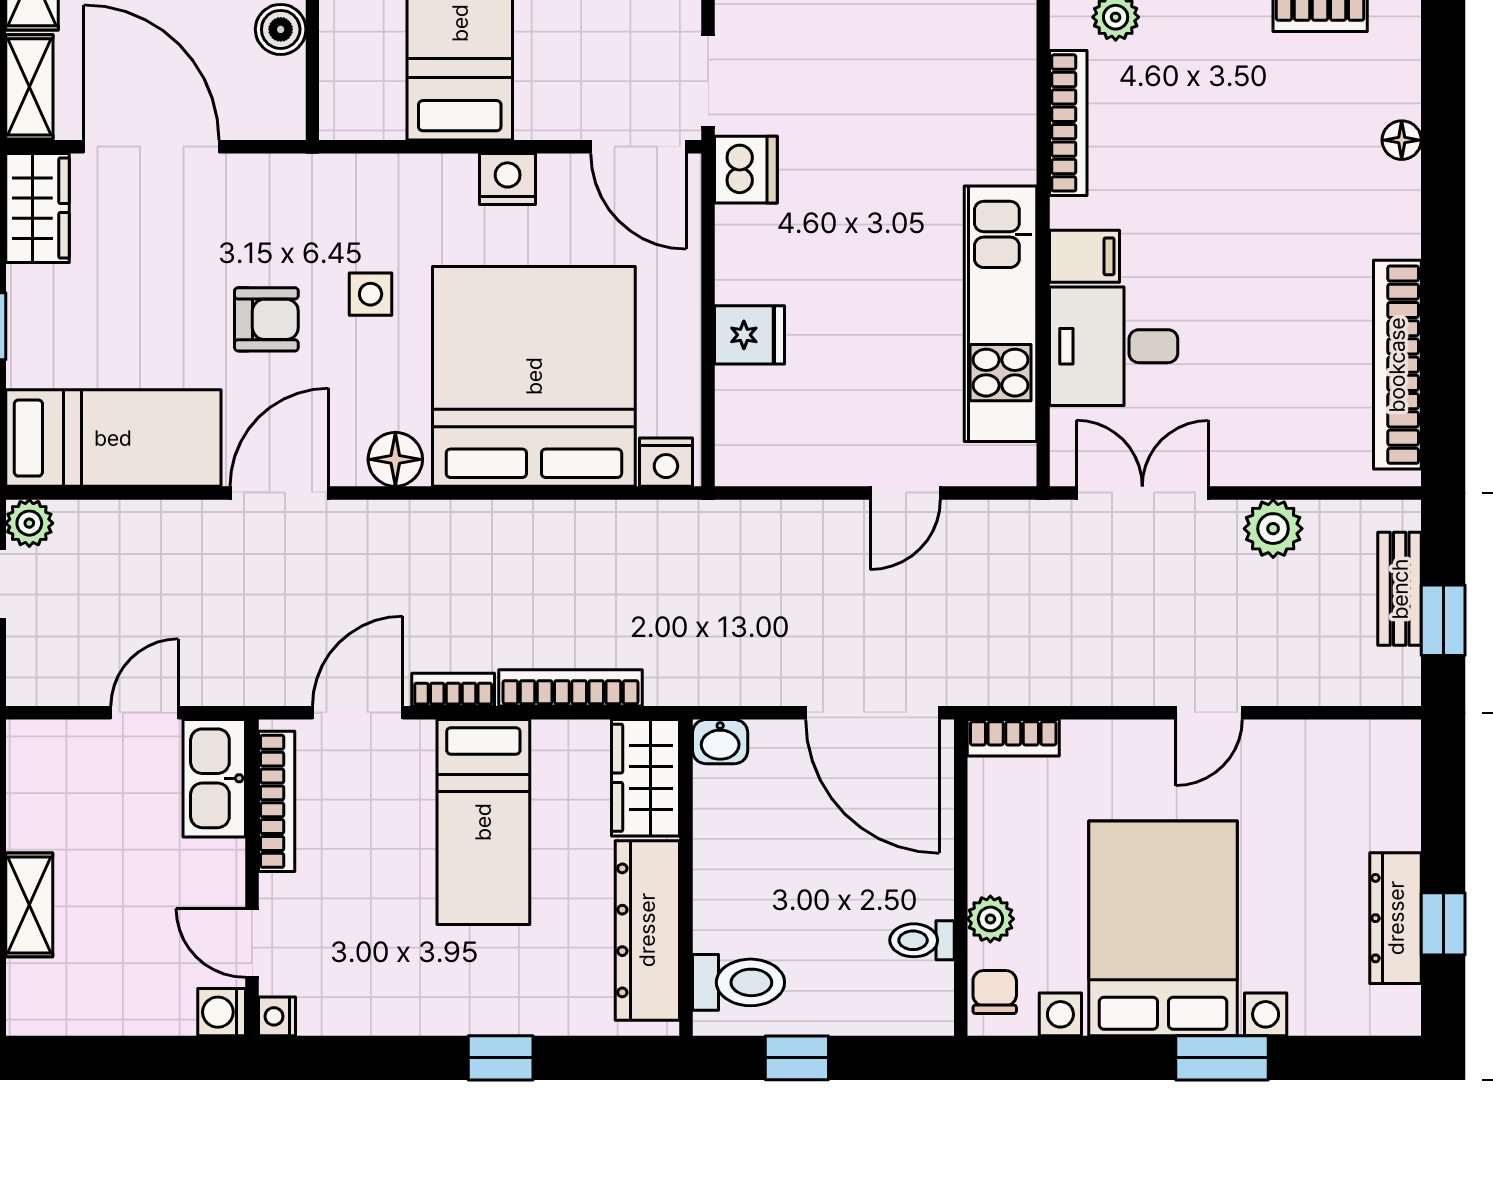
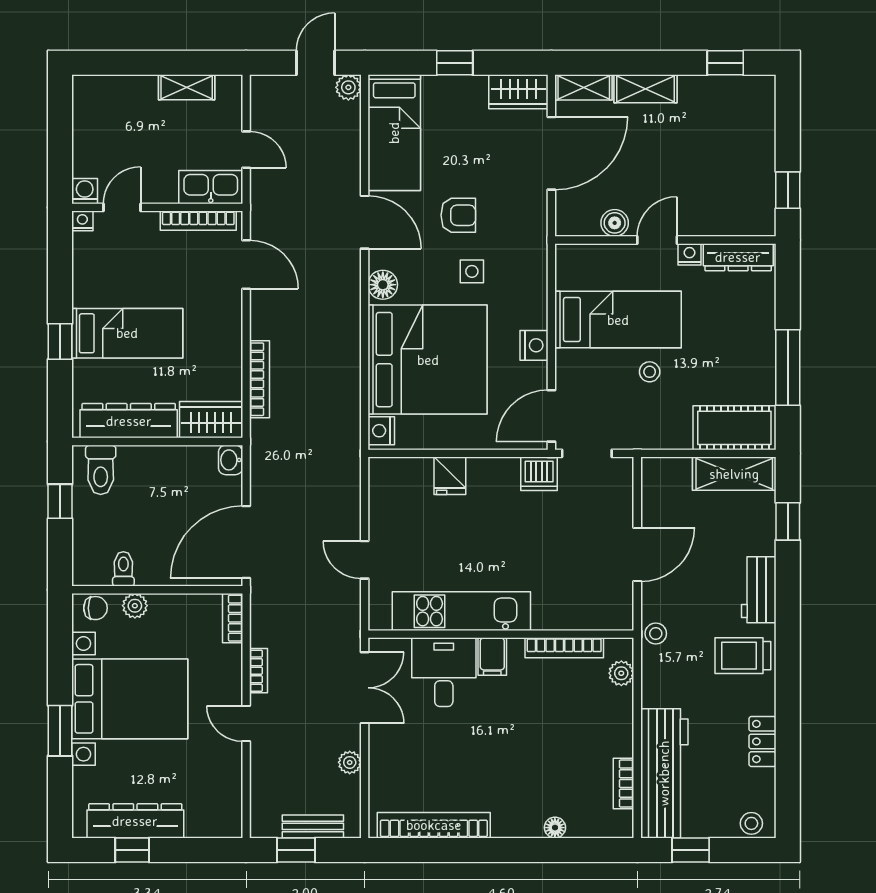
armchair: (266, 319) -> (458, 215), turned -90
plant: (1273, 529) -> (350, 762), width x0.73, depth x0.73
bookcase: (453, 690) -> (259, 671), moved
bed: (483, 822) -> (127, 333), moved, turned 180
shelving: (29, 905) -> (187, 87), moved
dresser: (1396, 918) -> (135, 821), width x1.37, depth x1.24

